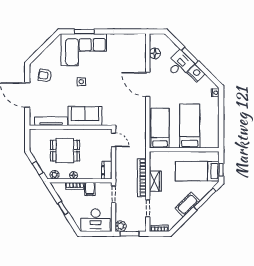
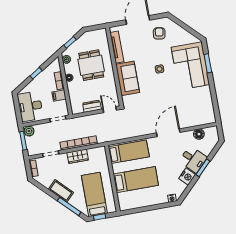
door: (114, 140) -> (110, 110), swing flipped
dresser: (107, 170) -> (92, 106), moved

